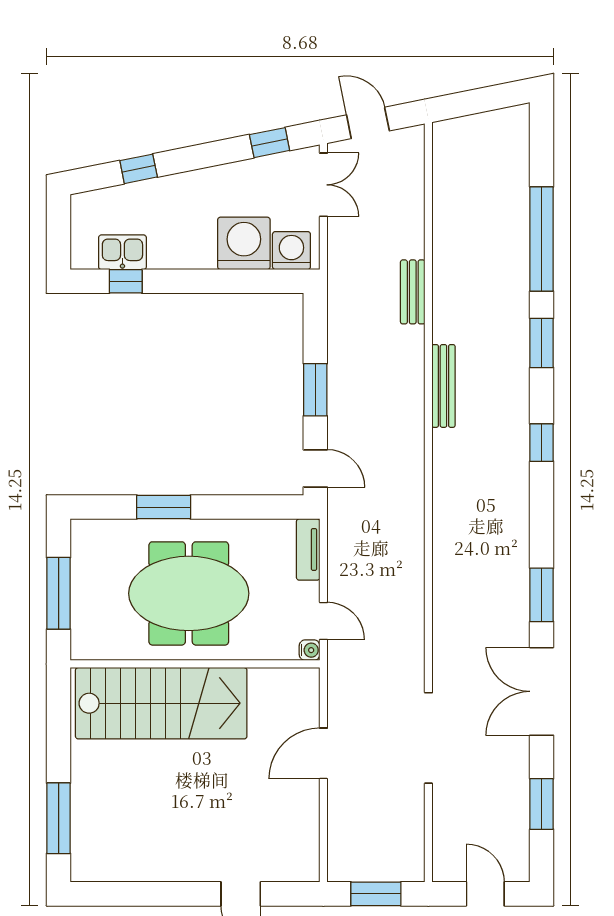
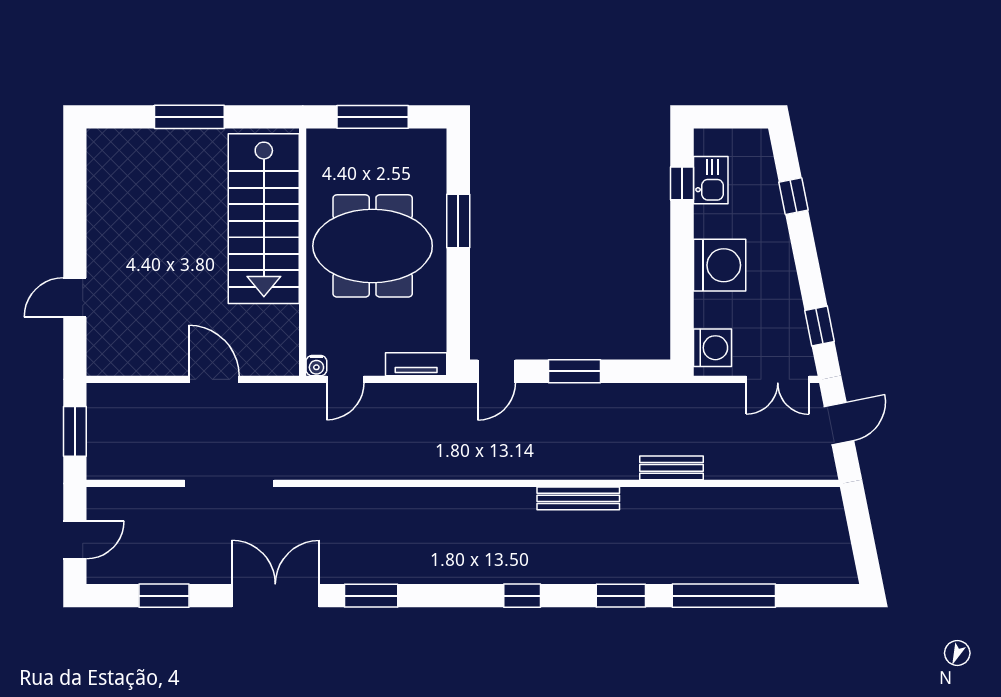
washing machine: (244, 243) -> (720, 265), moved
meeting table: (189, 593) -> (373, 246), turned 90
window: (59, 818) -> (189, 117), moved

